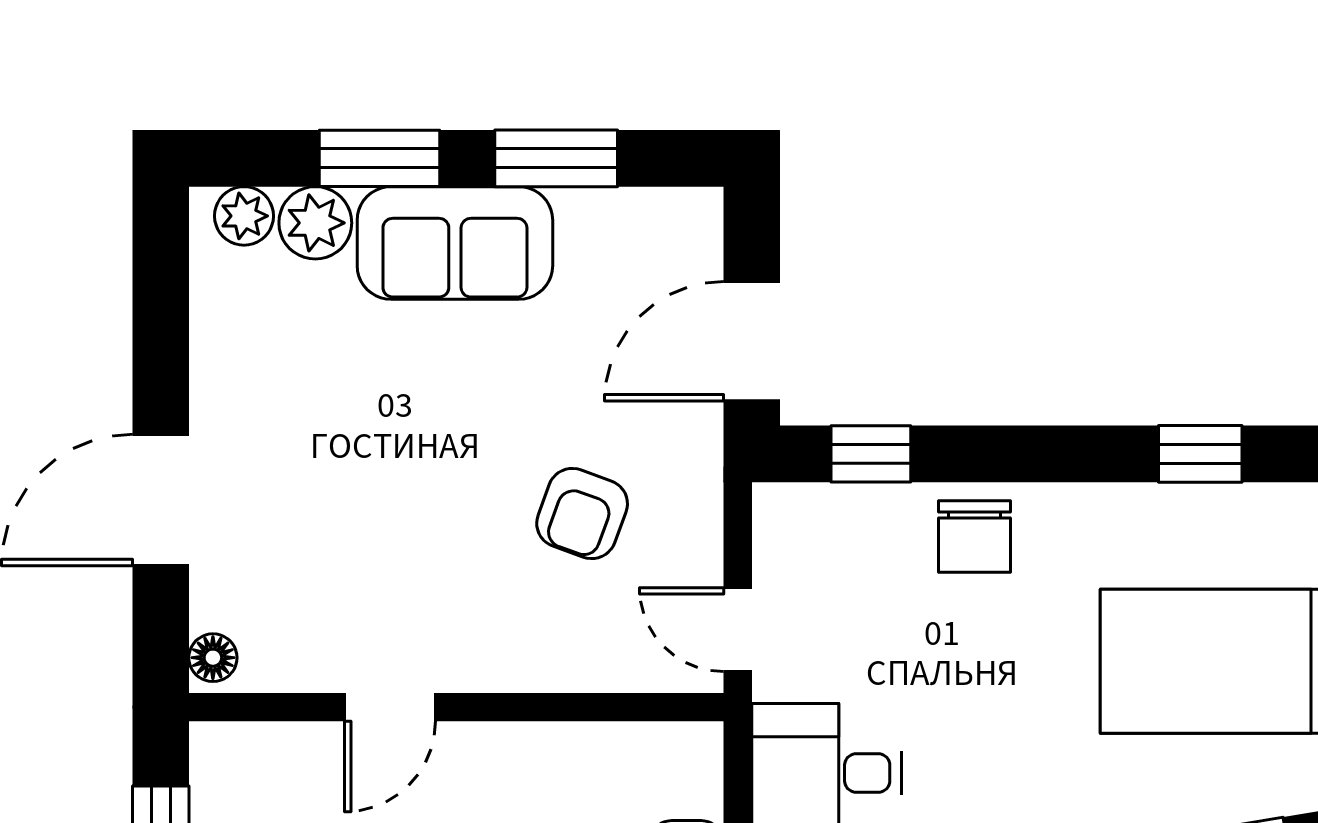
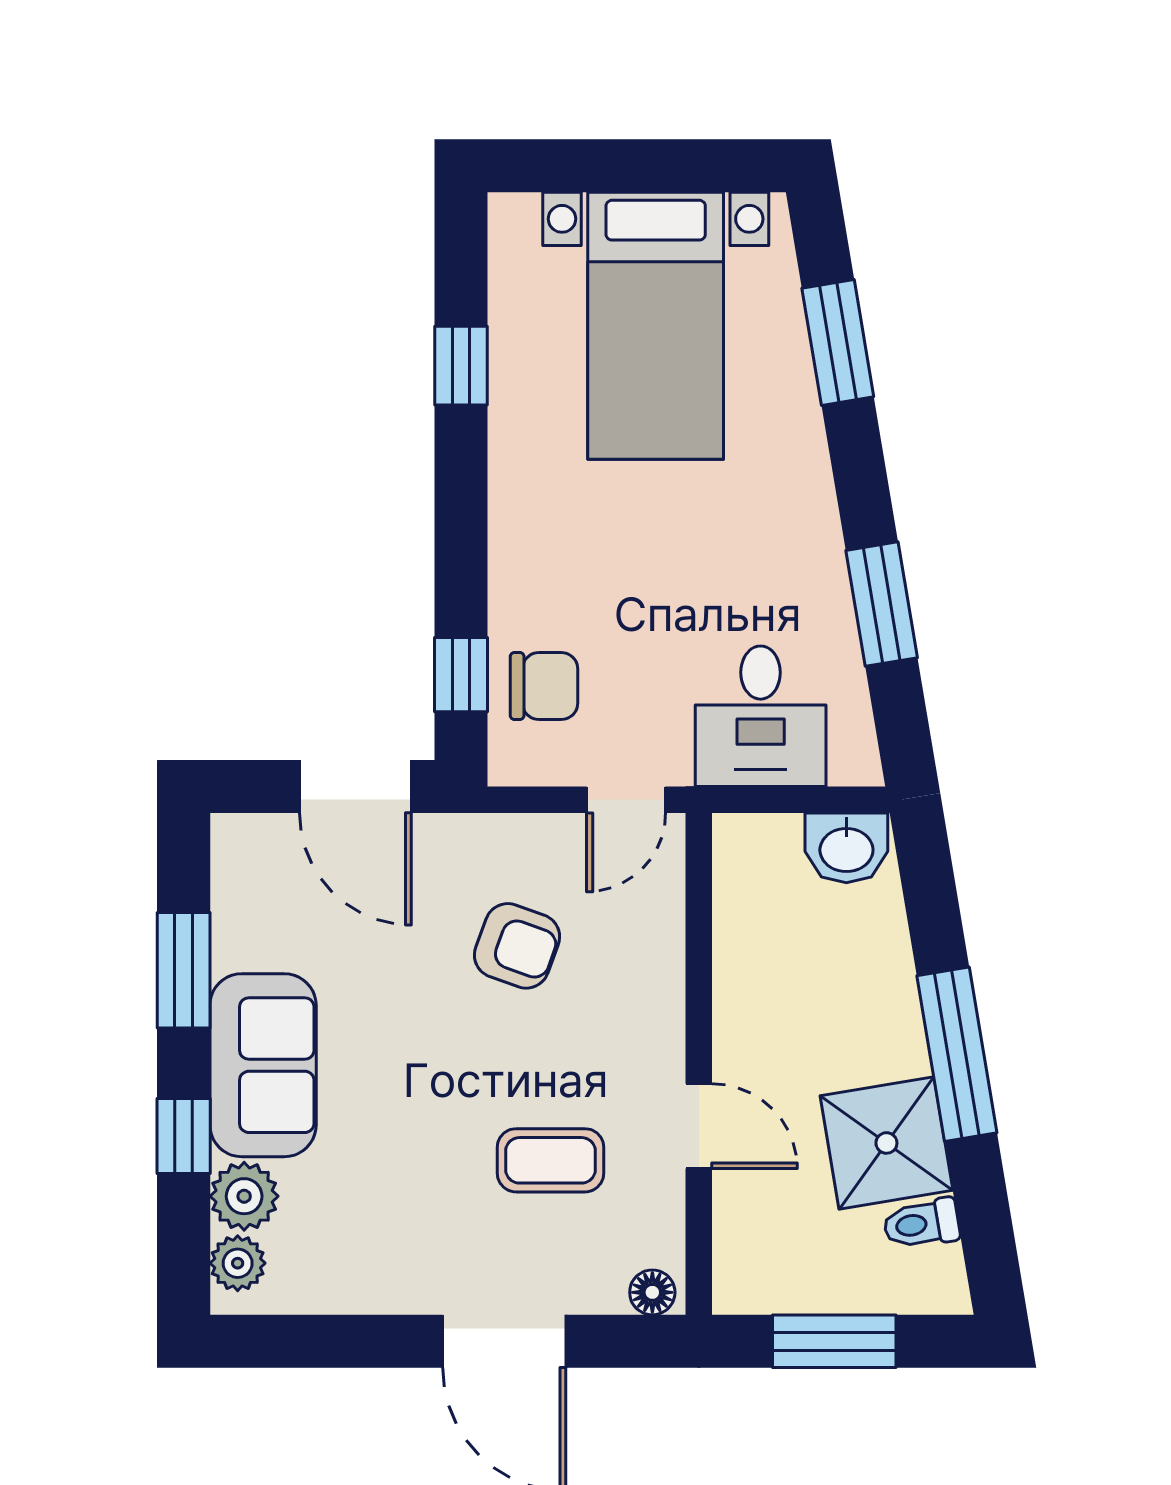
window: (380, 158) -> (184, 1136), width x0.67
chair: (974, 536) -> (544, 686), moved
coffee table: (354, 549) -> (551, 1160), added

